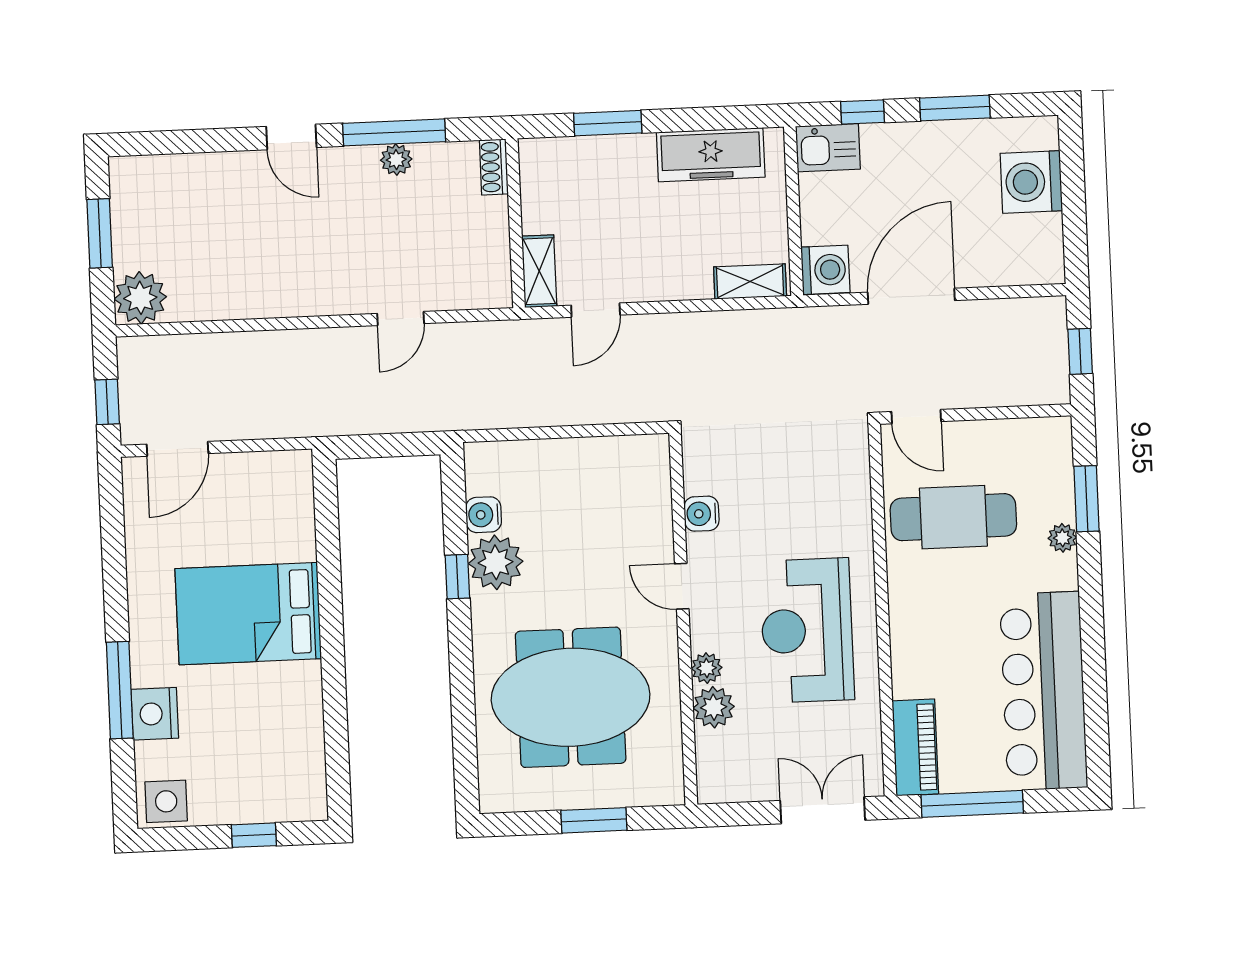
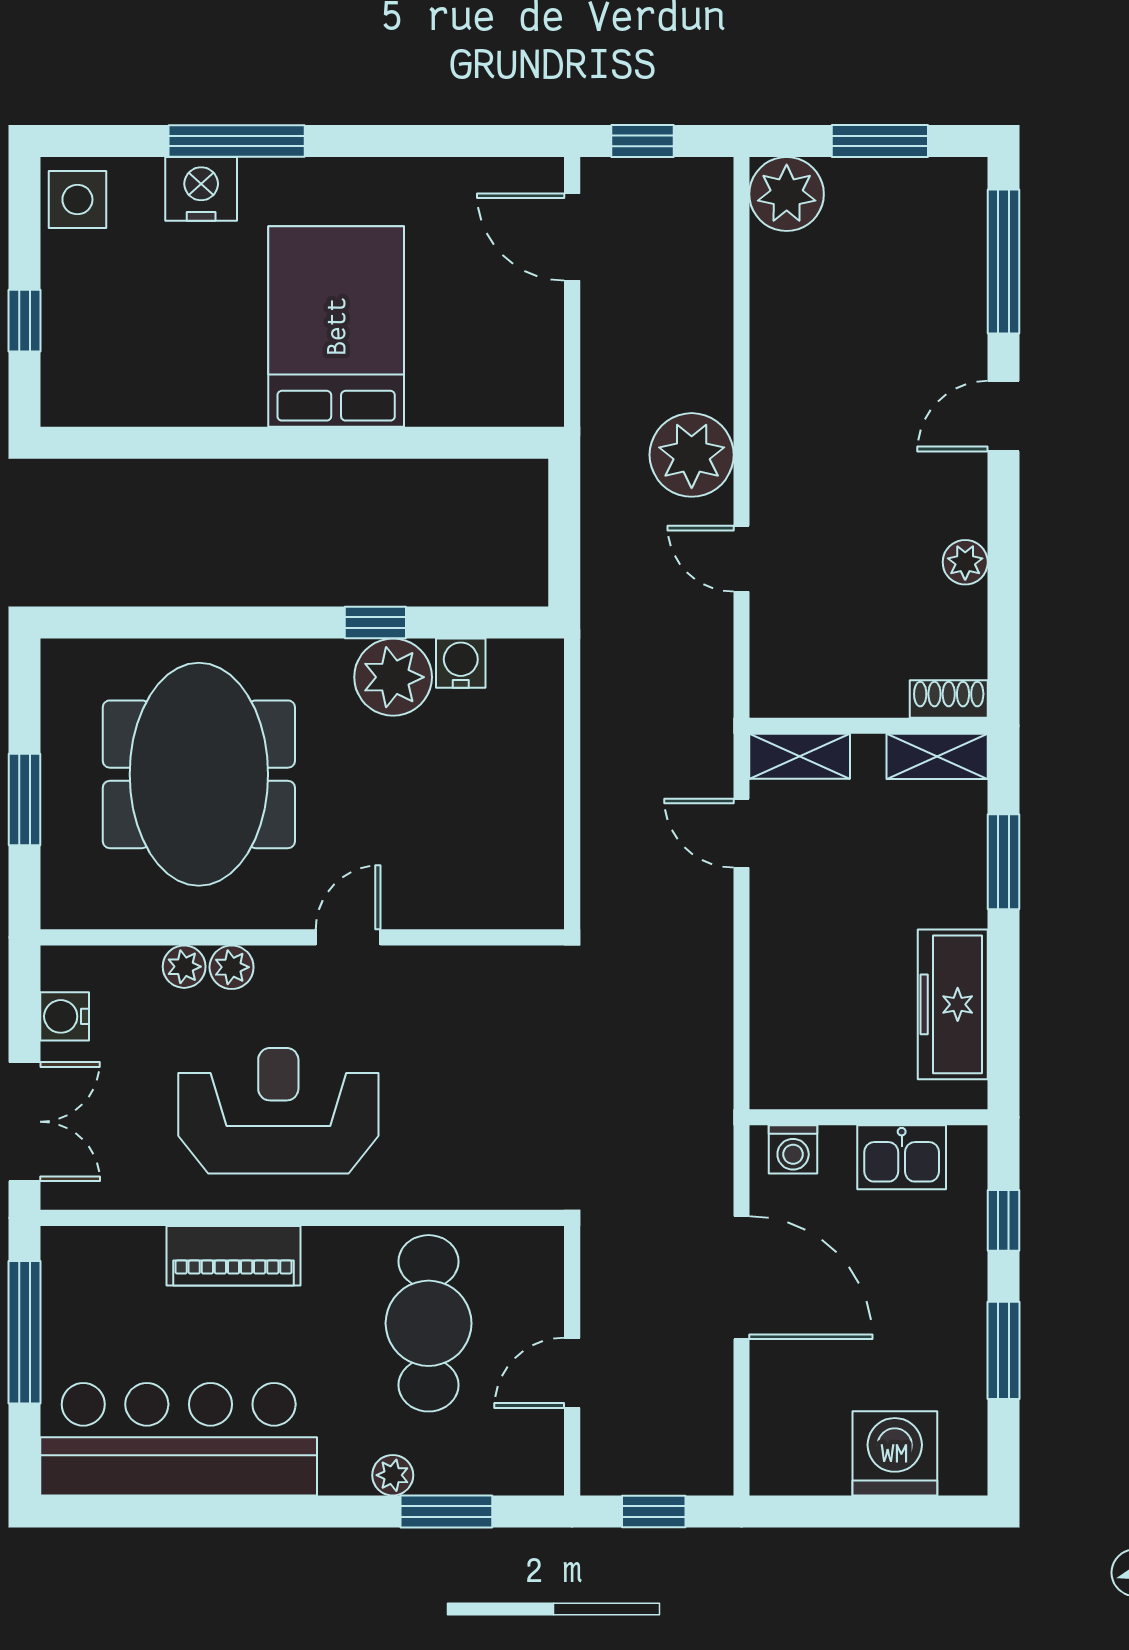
window: (394, 132) -> (1003, 261), moved
kitchen sink: (828, 148) -> (902, 1157), moved, turned -90
washing machine: (825, 270) -> (793, 1149), width x0.73, depth x0.73
shelving: (750, 282) -> (937, 756), moved, turned 90
plant: (328, 357) -> (692, 455), added
door: (916, 417) -> (572, 1373), moved
water cooler: (702, 514) -> (65, 1016), moved, turned -90
plant: (714, 707) -> (184, 967), width x0.73, depth x0.73
piano: (915, 747) -> (234, 1256), moved

